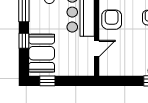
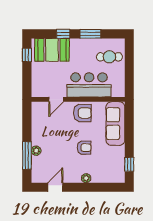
door: (97, 48) -> (56, 99), hinge flipped

